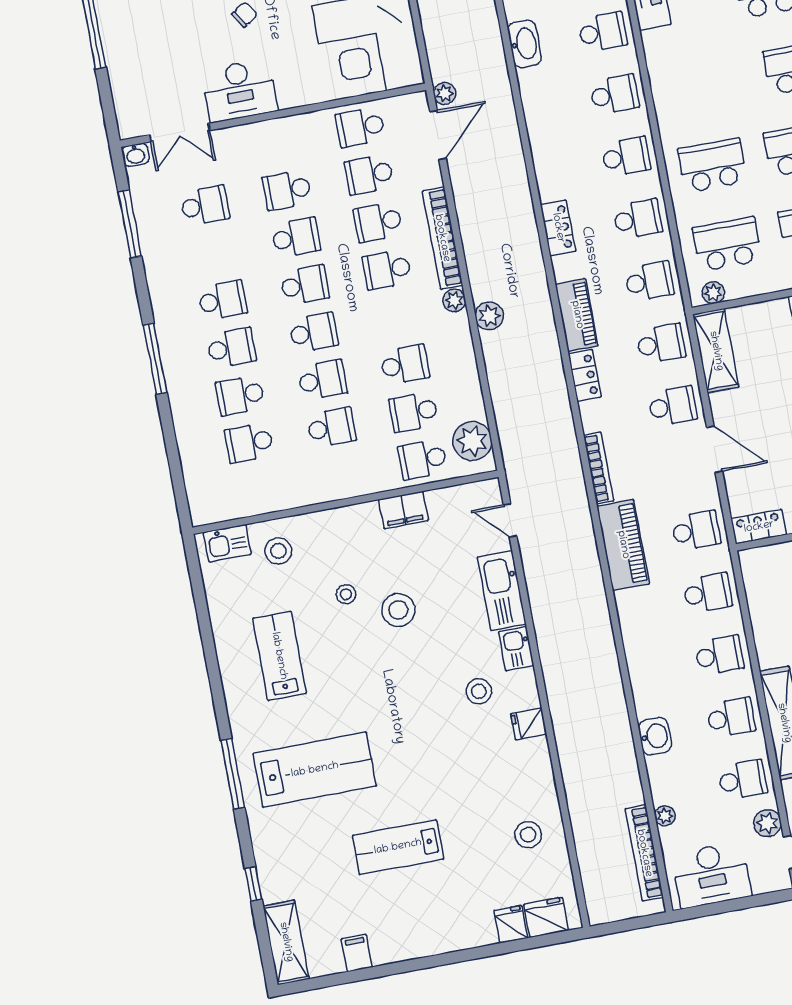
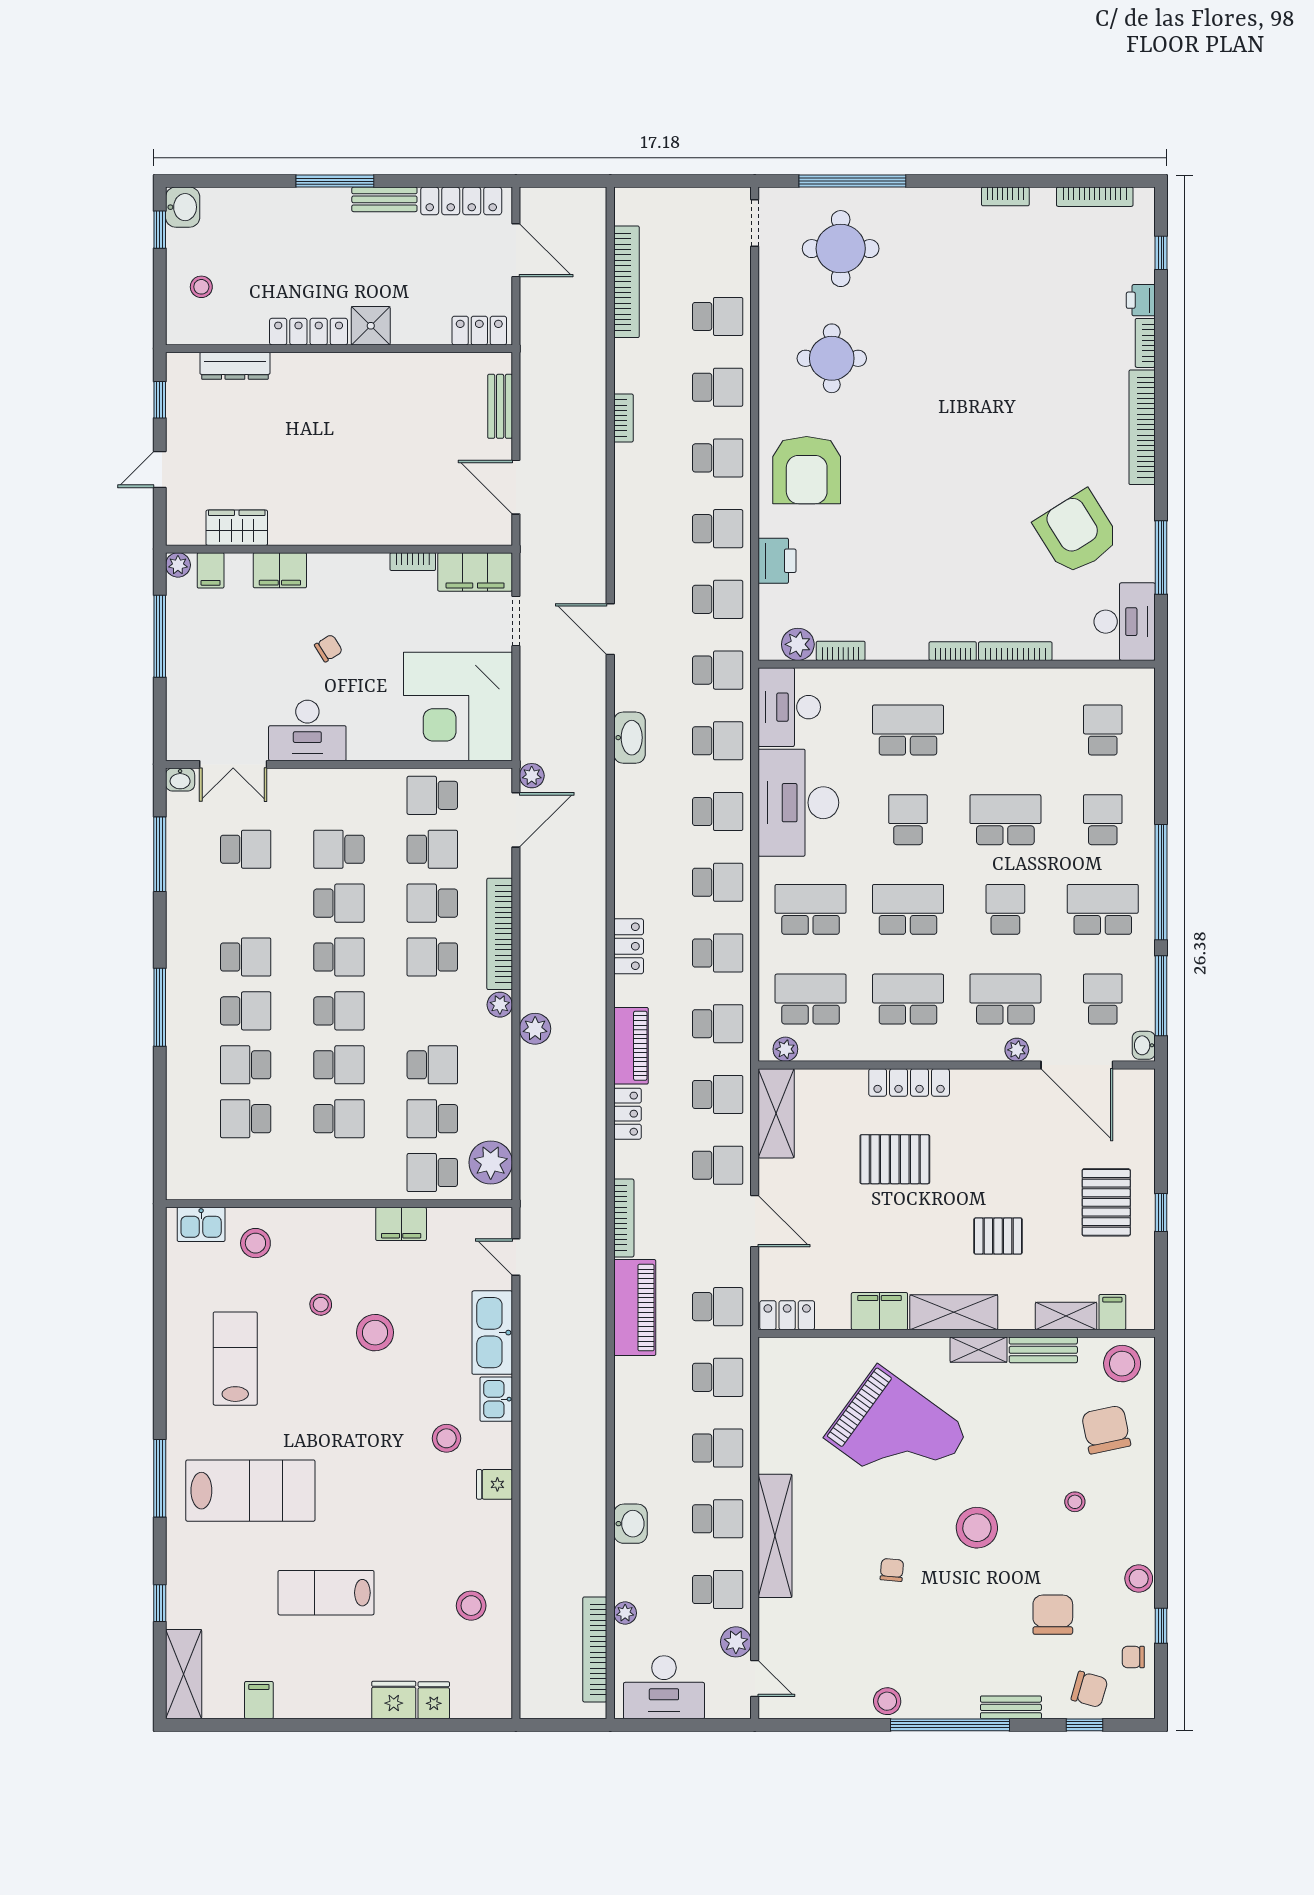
desk: (684, 73) -> (798, 803), added
school desk: (369, 175) -> (432, 849), turned 180
fridge: (546, 917) -> (394, 1700), moved

